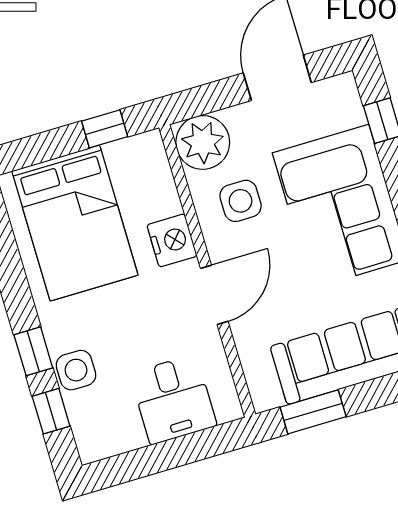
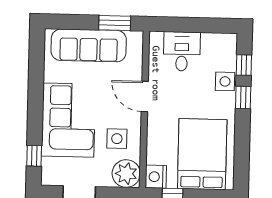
nightstand: (172, 240) -> (156, 177), moved
door: (214, 295) -> (145, 96), hinge flipped

